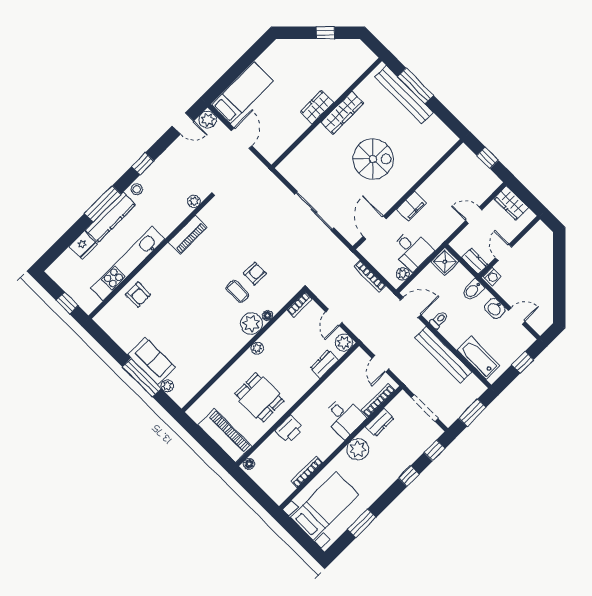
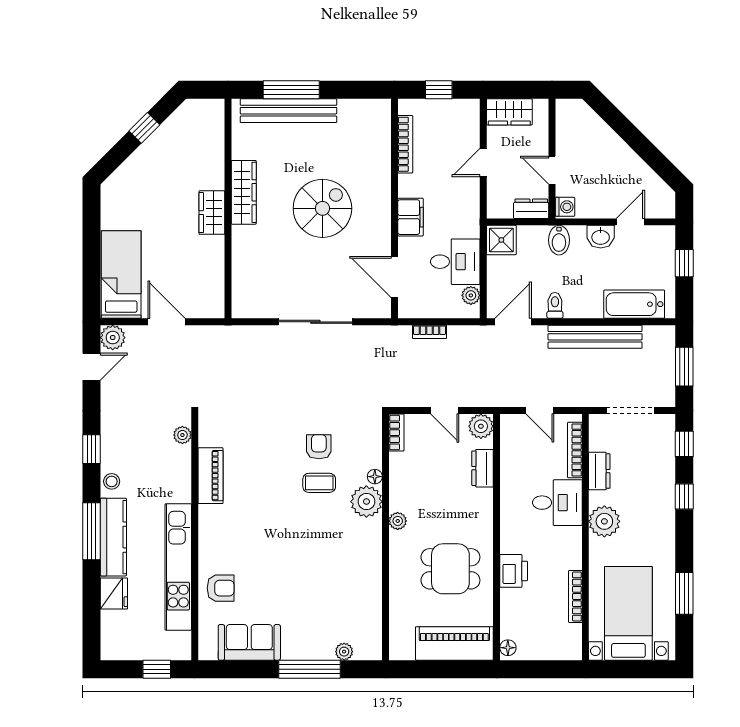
bookcase: (445, 168) -> (405, 144), added
bookcase: (370, 276) -> (429, 332), width x0.64
sofa: (151, 361) -> (249, 642), moved

